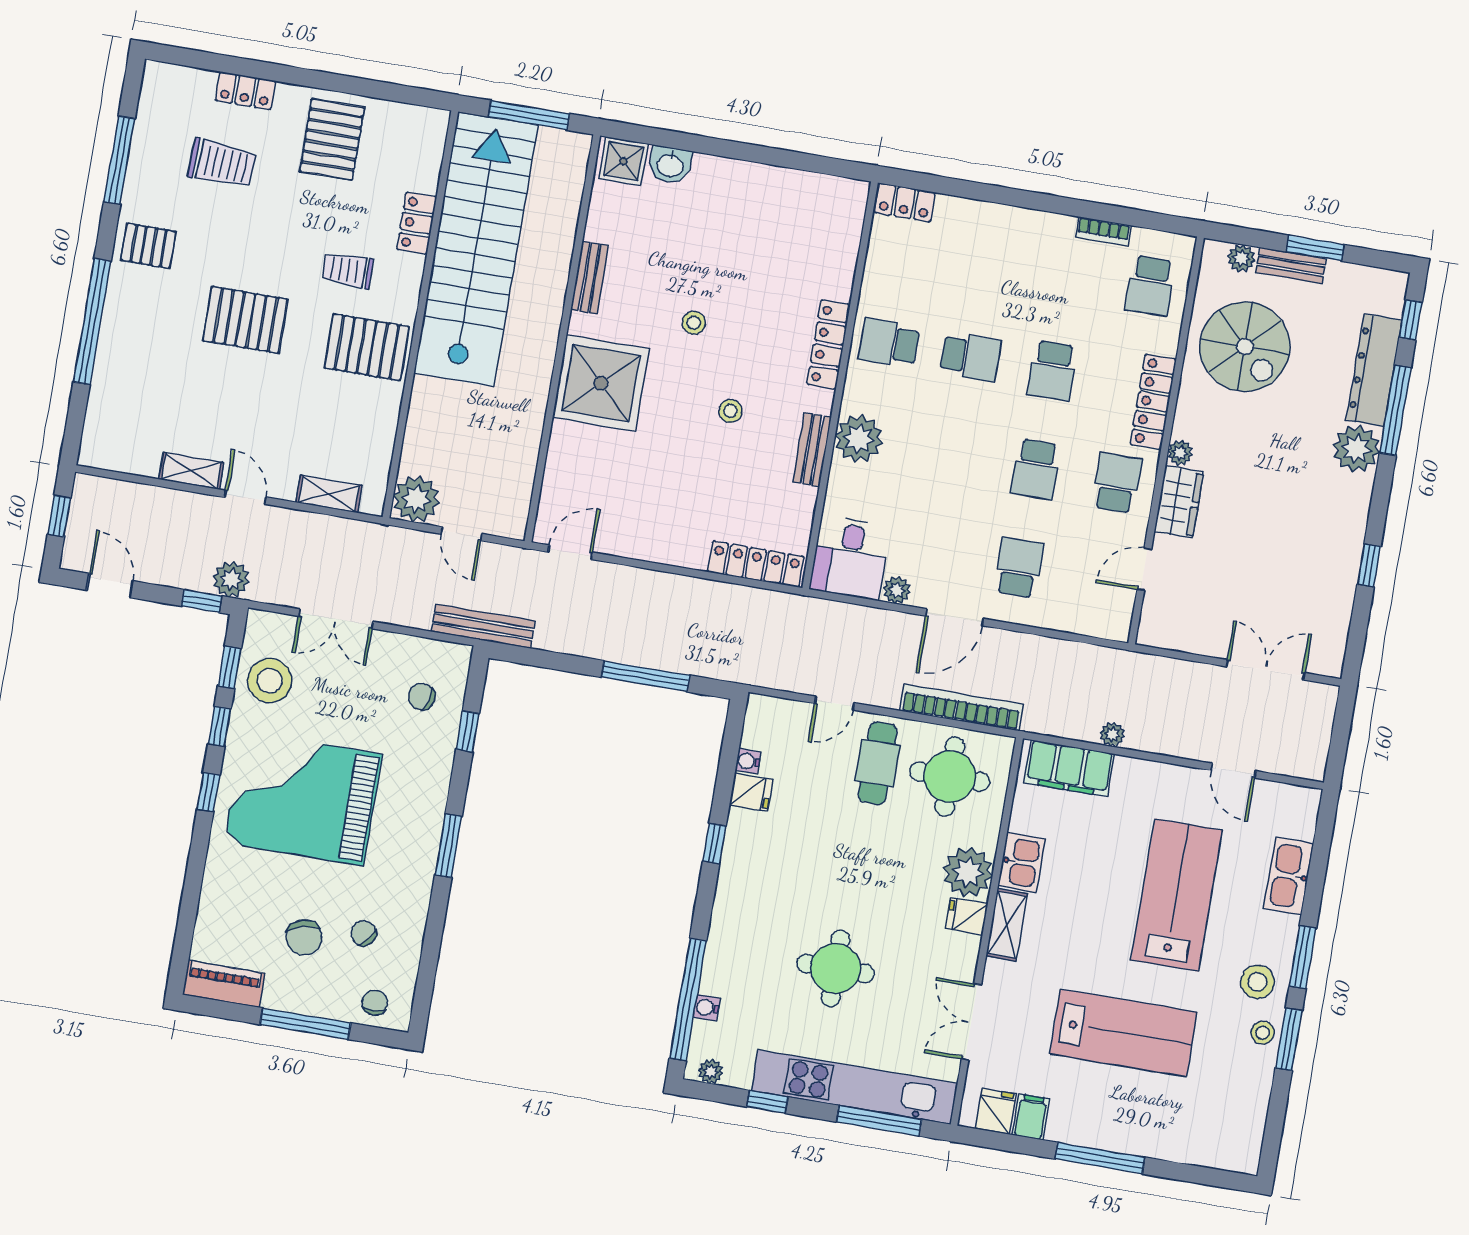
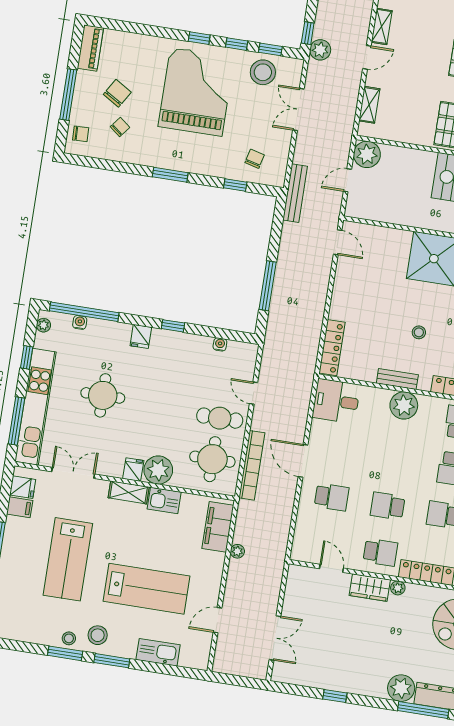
plant: (897, 590) -> (318, 428), removed
fridge: (751, 792) -> (141, 336), moved
chair: (304, 937) -> (117, 93), turned 136

